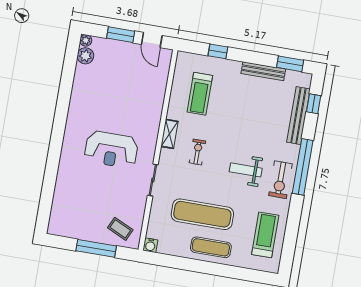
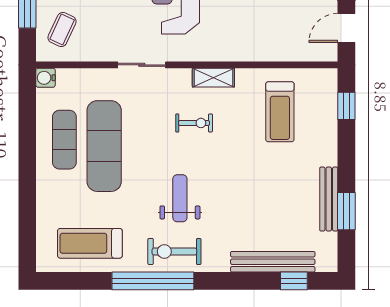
window: (218, 51) -> (346, 106), moved
window: (290, 64) -> (346, 211), moved
treadmill: (200, 94) -> (280, 112), turned -90
window: (303, 167) -> (153, 281), moved
treadmill: (265, 235) -> (90, 243), turned 180
exercise mat: (211, 247) -> (64, 140), moved

